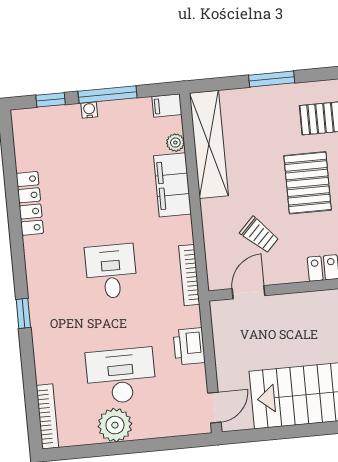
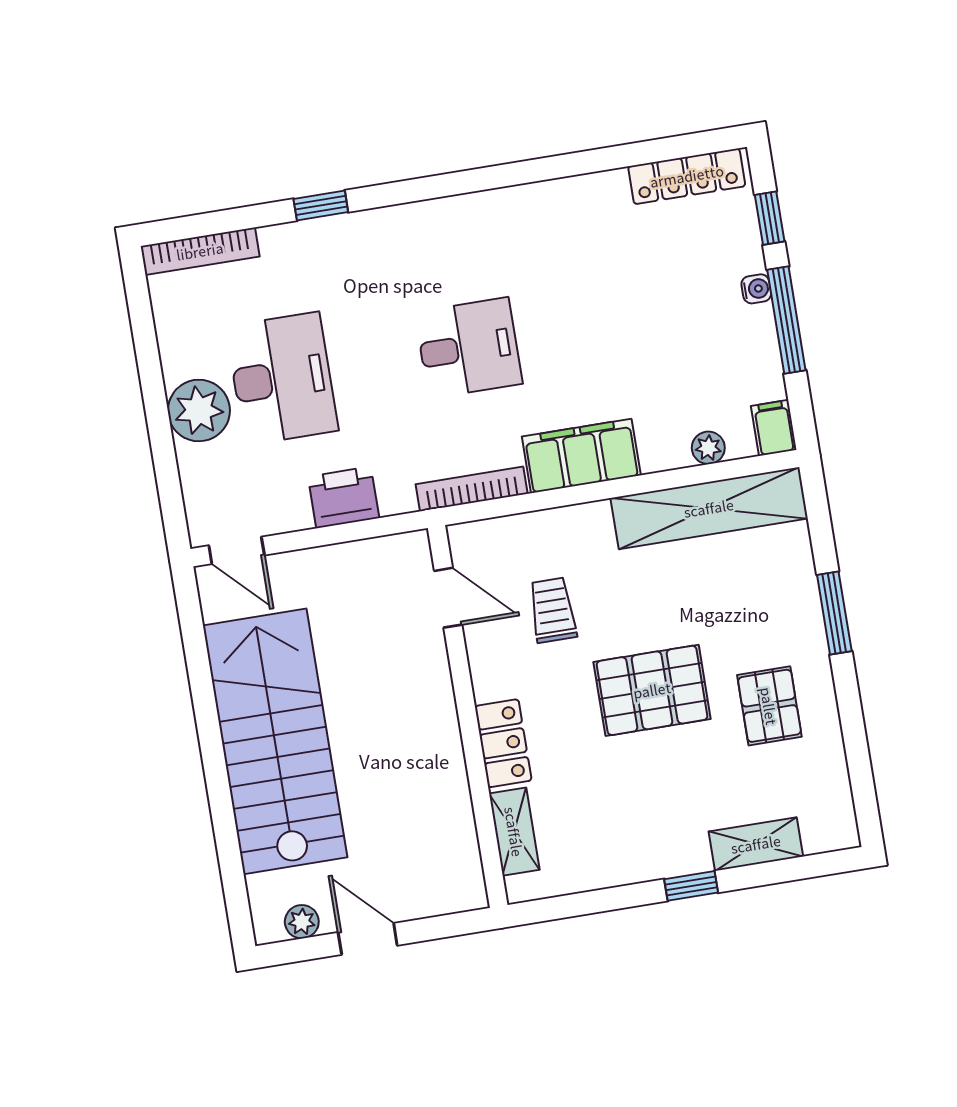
filing cabinet: (172, 185) -> (581, 456), moved
locker: (30, 203) -> (687, 176), moved
trolley: (259, 235) -> (553, 610), turned 136
window: (23, 313) -> (321, 206), moved
plant: (115, 425) -> (199, 410), moved

